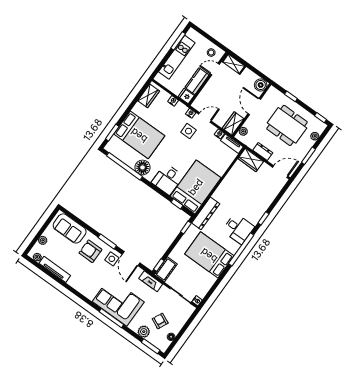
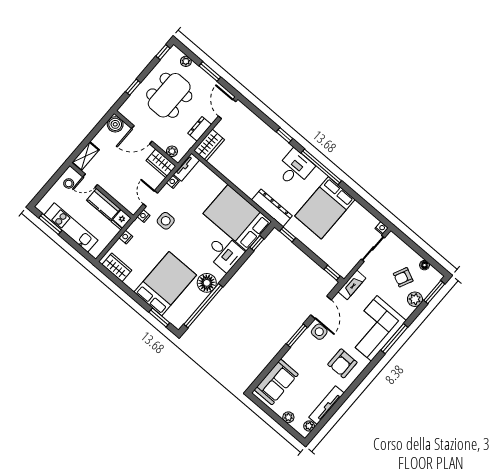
door: (215, 69) -> (90, 181), hinge flipped
armchair: (90, 251) -> (342, 363), moved
door: (131, 259) -> (321, 307), hinge flipped
cot: (166, 269) -> (338, 264), removed

